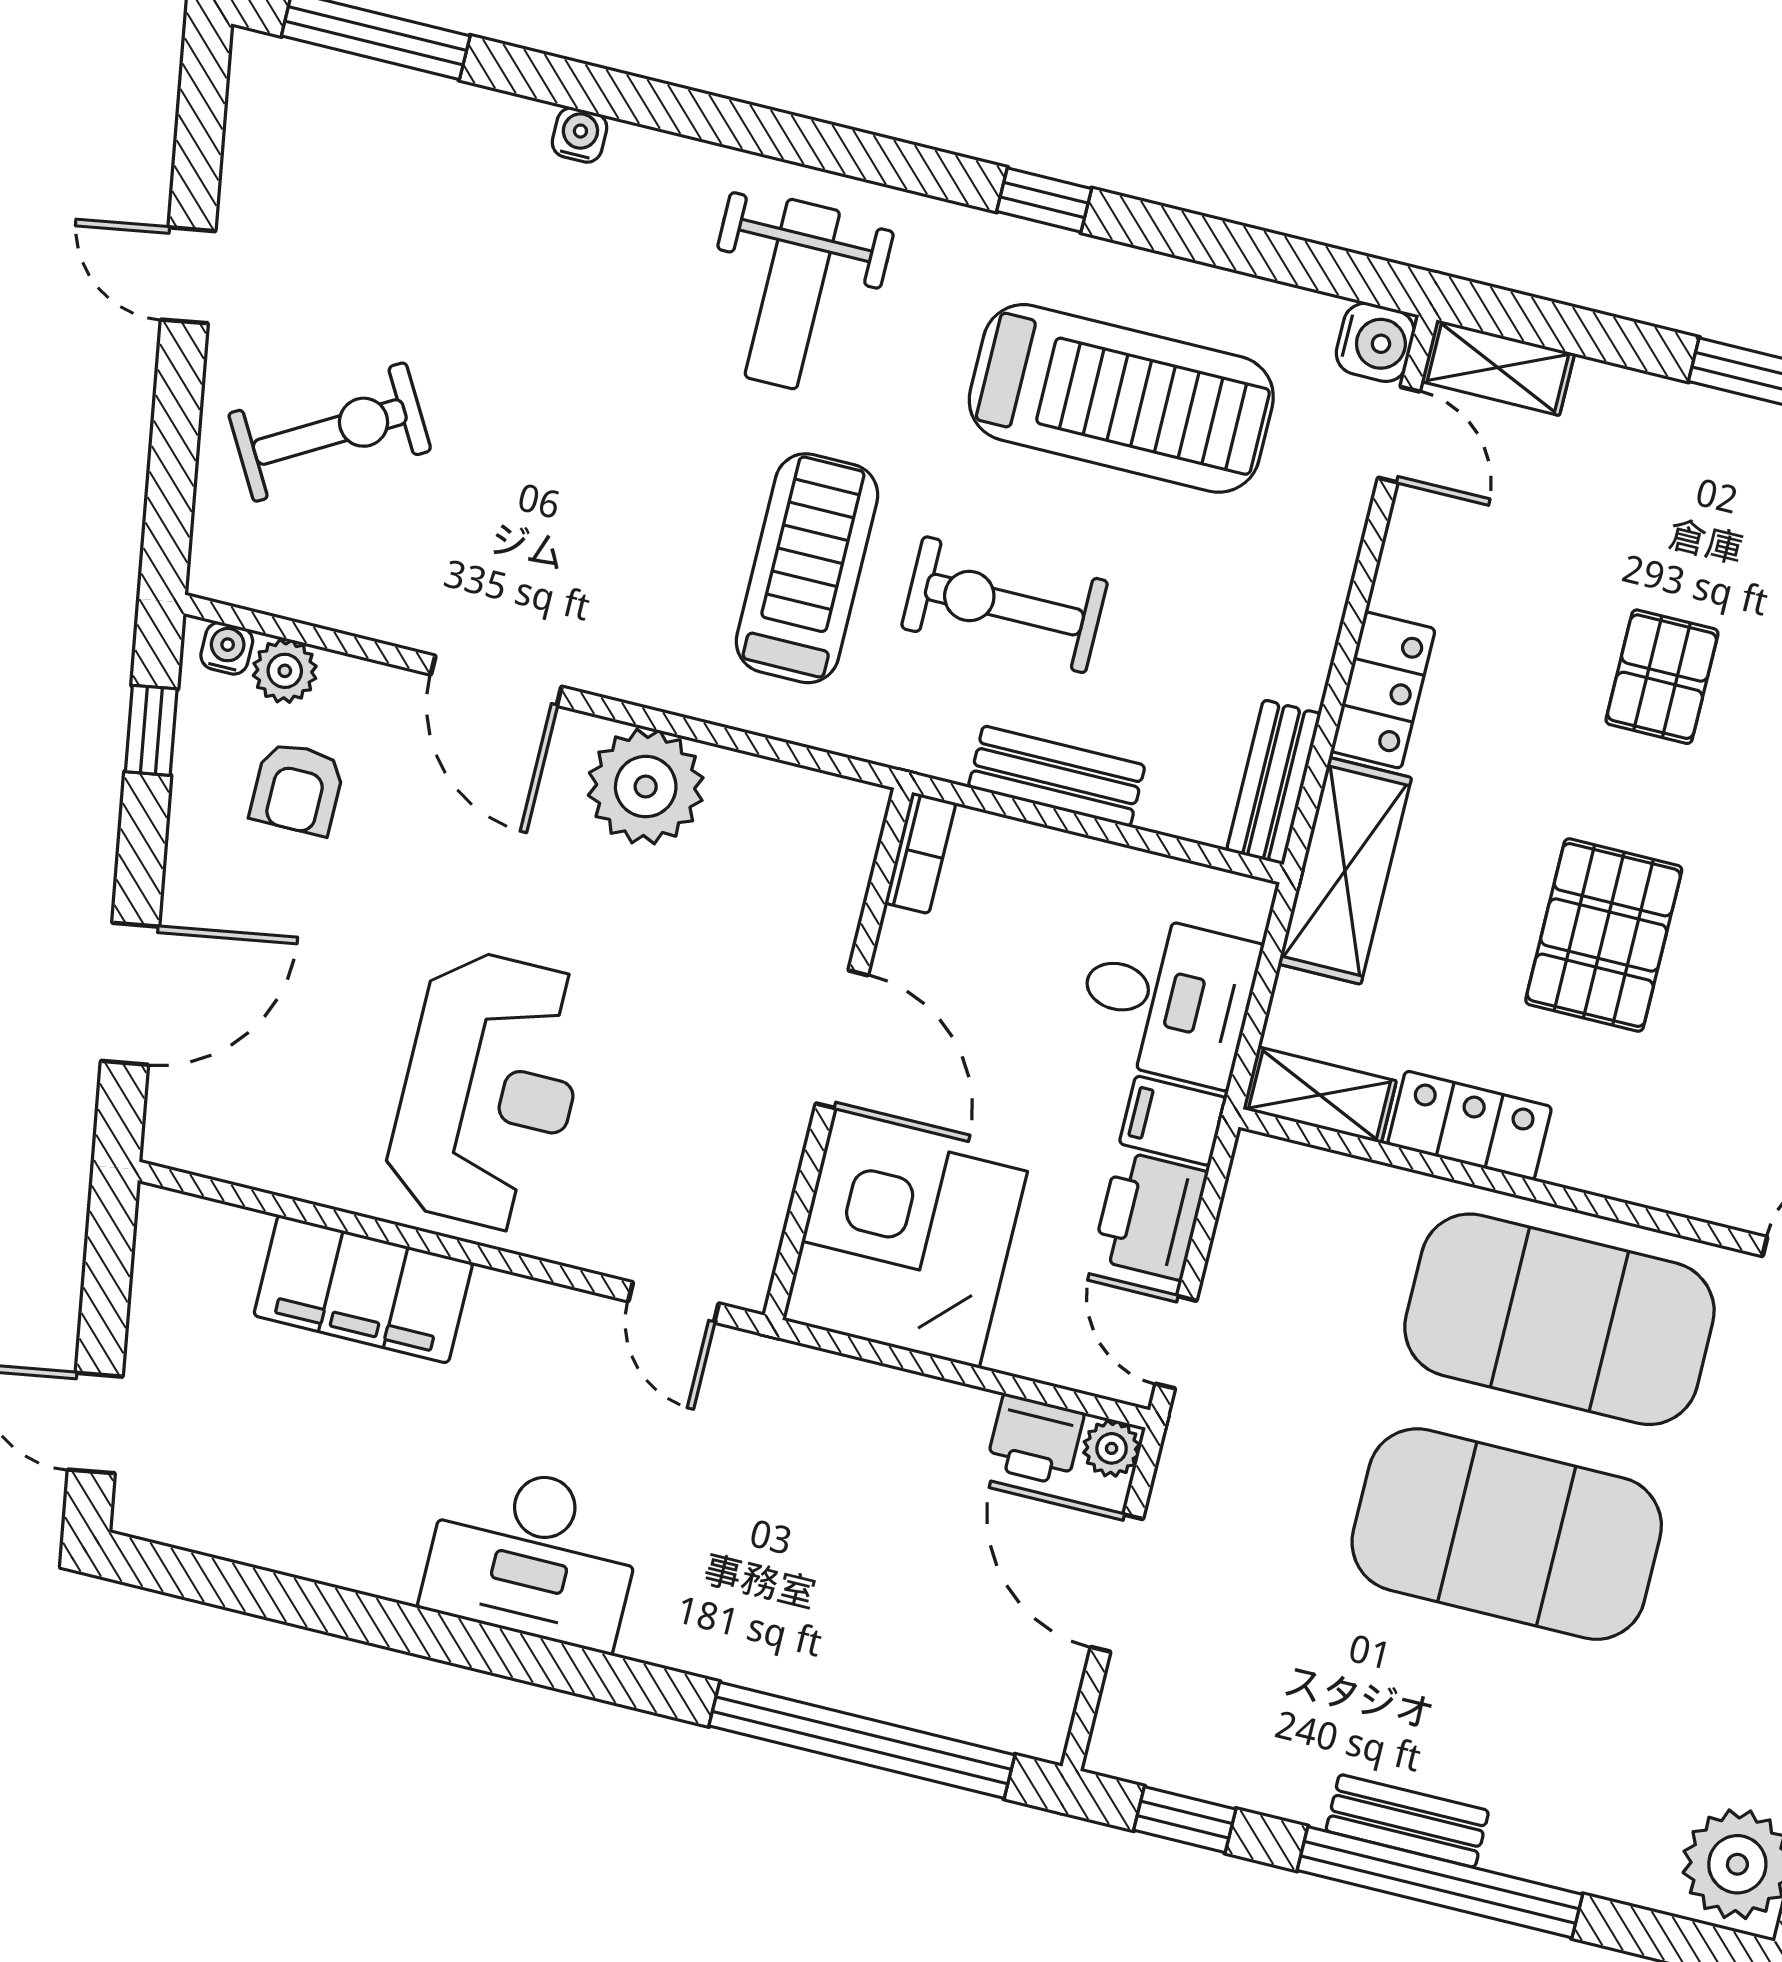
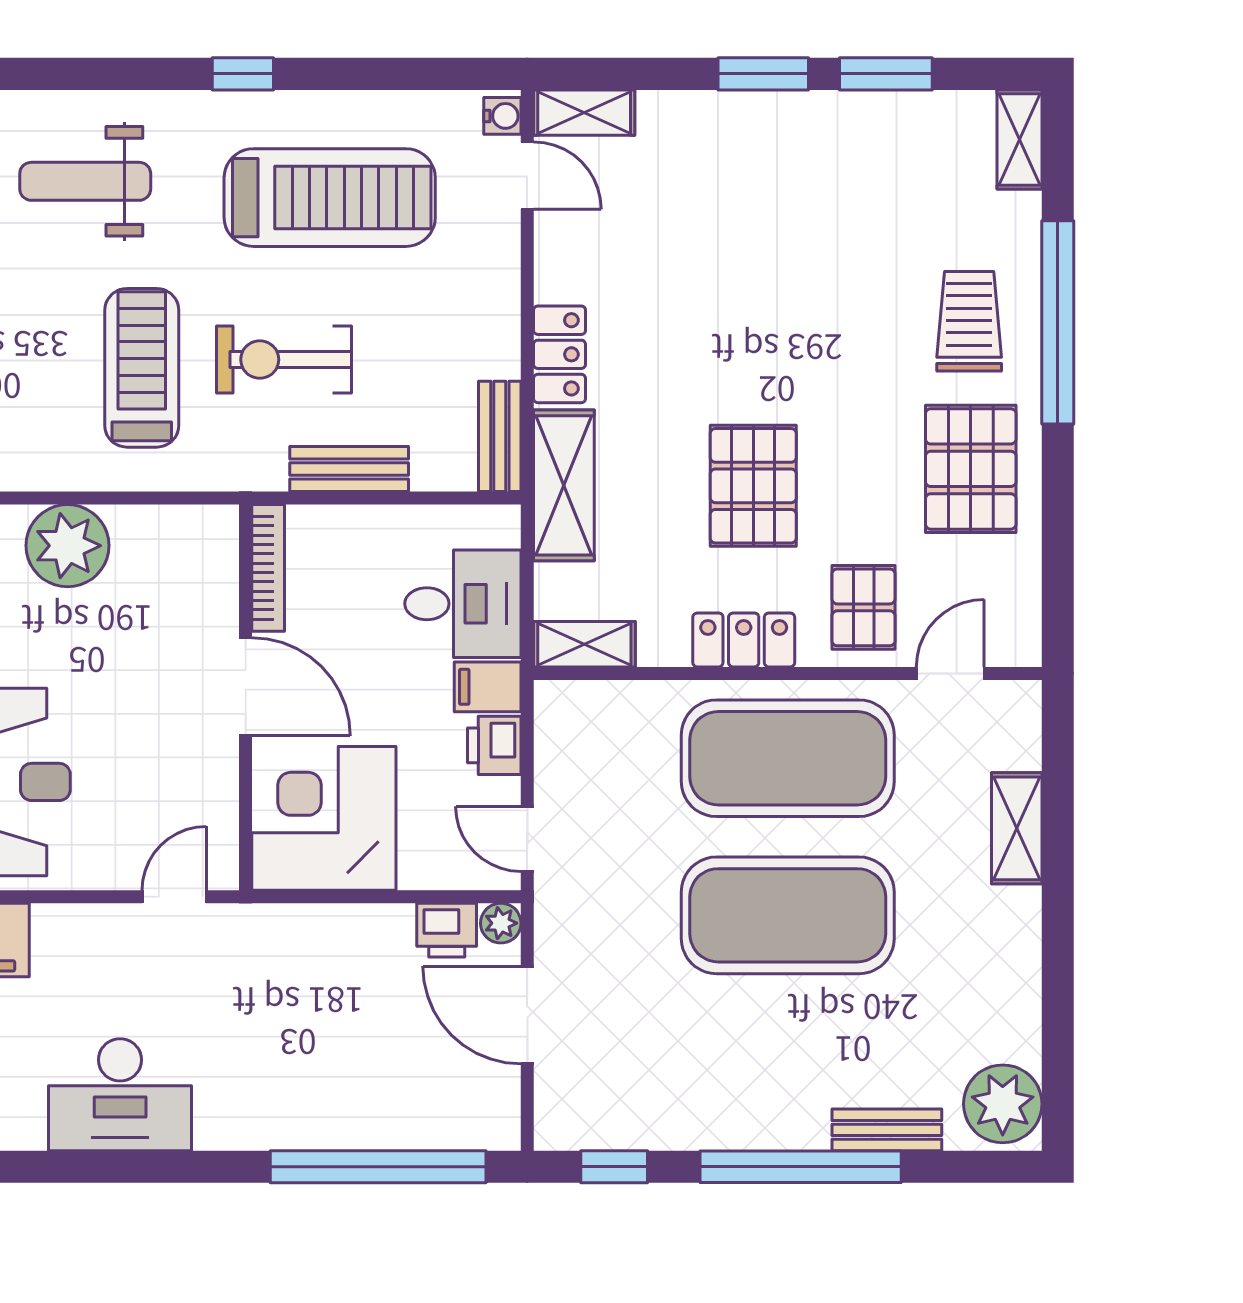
weight bench: (792, 294) -> (85, 181), turned 90
water cooler: (1375, 342) -> (502, 116), width x0.72, depth x0.72
pallet: (1662, 677) -> (863, 607), moved
bookcase: (920, 853) -> (268, 568), width x1.56
locker: (1470, 1126) -> (744, 640), moved
printer: (1150, 1215) -> (494, 745), width x0.73, depth x0.81
door: (674, 1302) -> (174, 897), swing flipped
bench: (1407, 1821) -> (887, 1130), moved

